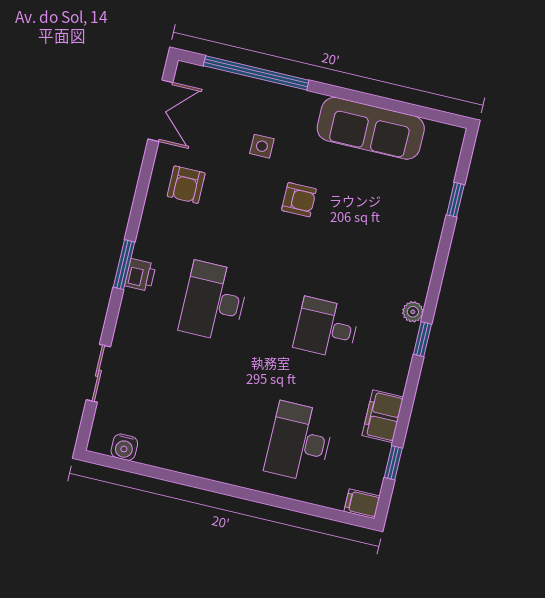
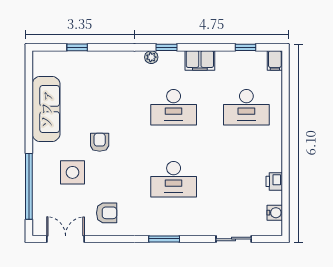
side table: (262, 146) -> (72, 172), width x1.87, depth x1.87
printer: (140, 275) -> (274, 181), moved, turned -90
desk: (326, 328) -> (174, 107), width x1.37
filing cabinet: (383, 416) -> (200, 60), moved

